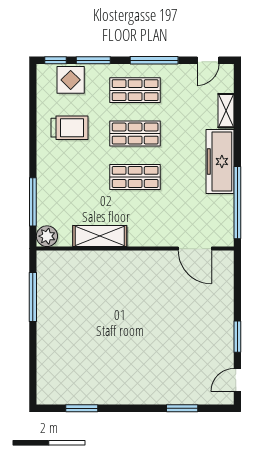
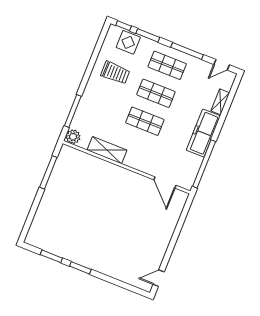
window: (237, 337) -> (170, 250), removed
window: (182, 408) -> (80, 268), moved

